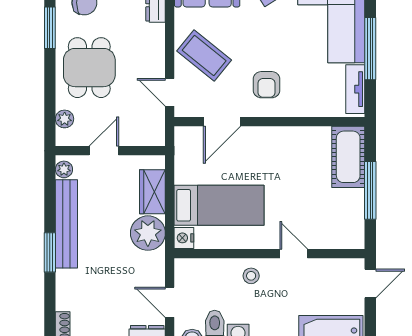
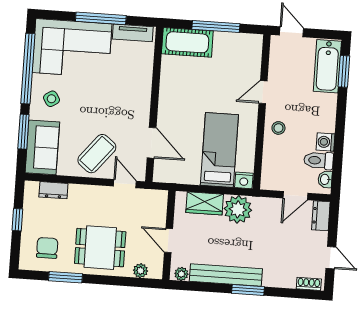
armchair: (266, 85) -> (124, 105), removed
door: (170, 92) -> (125, 184), swing flipped

